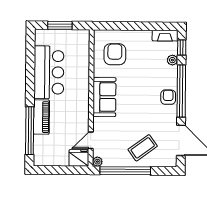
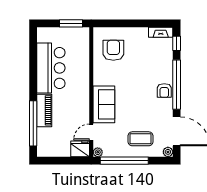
window: (60, 25) -> (71, 23), moved
plant: (172, 60) -> (168, 152), moved
sofa: (104, 97) -> (104, 104), moved
armchair: (168, 97) -> (164, 91), turned 180
coffee table: (143, 148) -> (140, 139), turned 36

